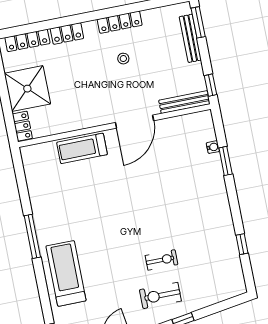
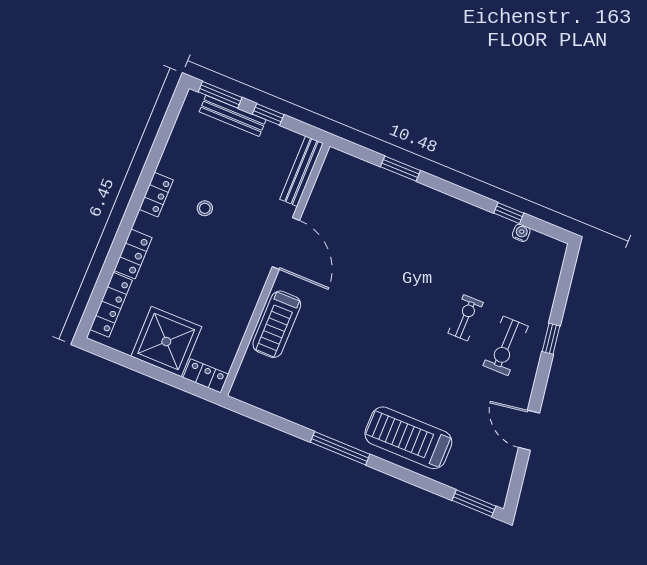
locker: (120, 22) -> (156, 195), width x0.66
window: (211, 85) -> (268, 114), moved
water cooler: (213, 147) -> (521, 233), moved

